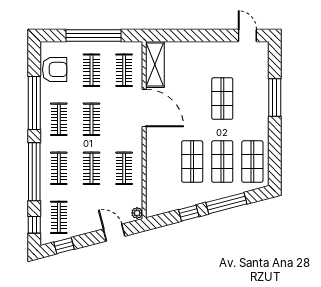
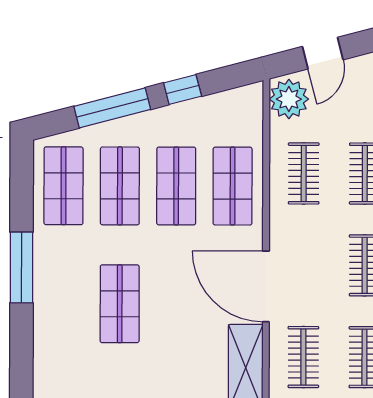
window: (275, 98) -> (21, 267), moved
shop shelf: (162, 162) -> (233, 186), added
plant: (137, 213) -> (289, 99), width x1.88, depth x1.88
door: (114, 233) -> (323, 53), hinge flipped

